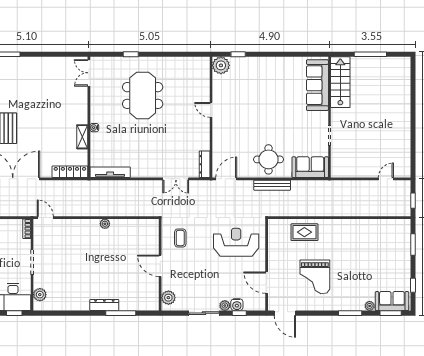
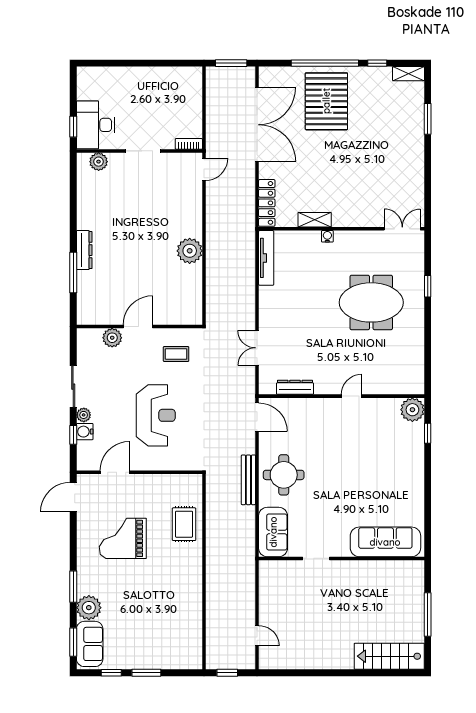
stairs: (340, 82) -> (389, 656), moved, turned 180
dresser: (205, 164) -> (295, 387), moved
plant: (105, 224) -> (190, 251), width x1.87, depth x1.87
reception desk: (236, 242) -> (156, 415), moved
window: (413, 244) -> (146, 673), moved
plant: (168, 298) -> (112, 338), moved
plant: (370, 306) -> (89, 608), width x1.88, depth x1.88

